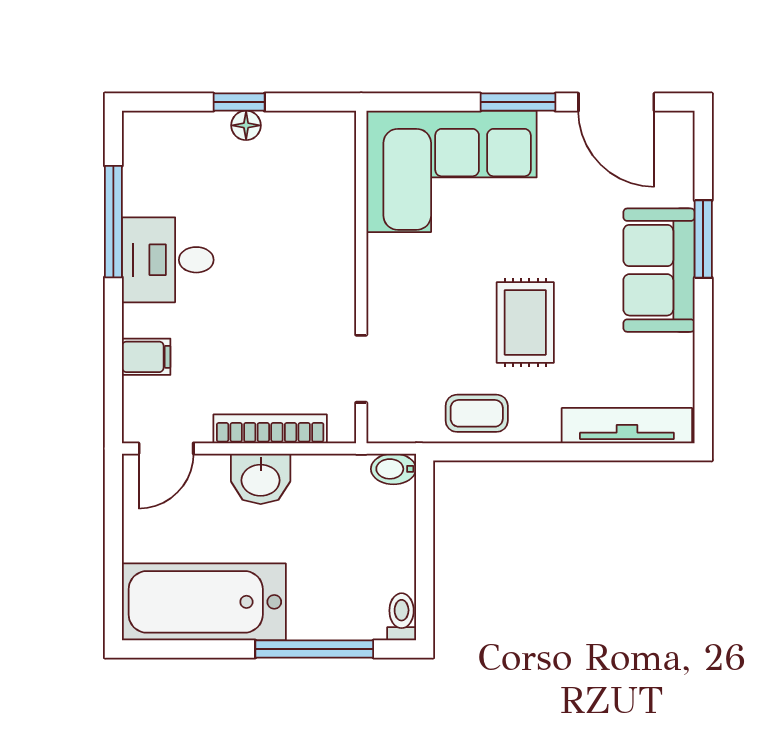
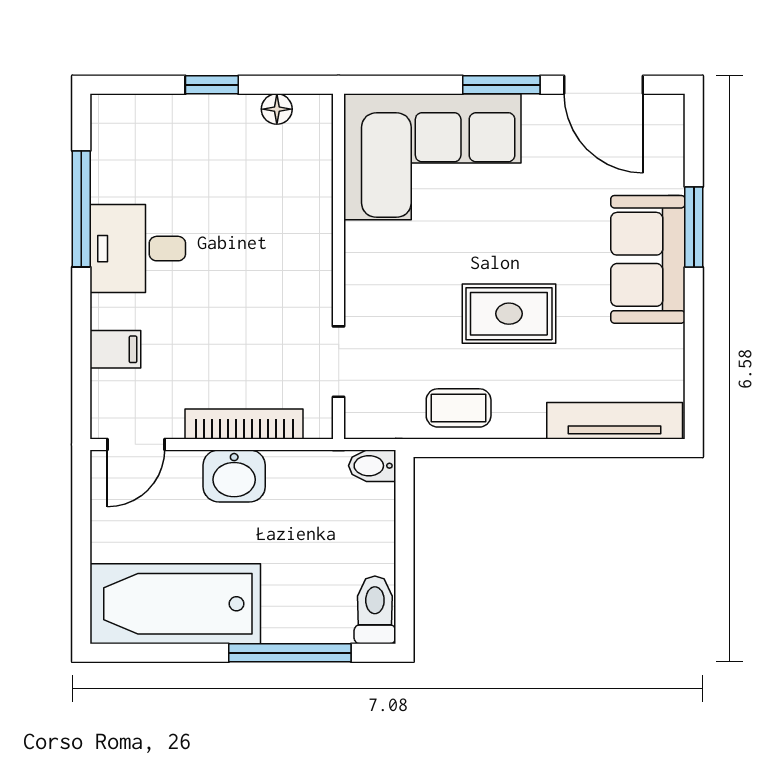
floor lamp: (246, 125) -> (277, 109), moved
rug: (525, 322) -> (509, 314), turned 90
toilet: (402, 617) -> (375, 610), width x1.37, depth x1.39

